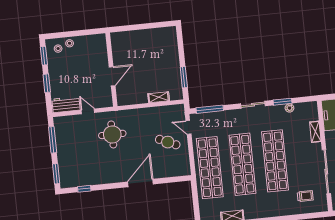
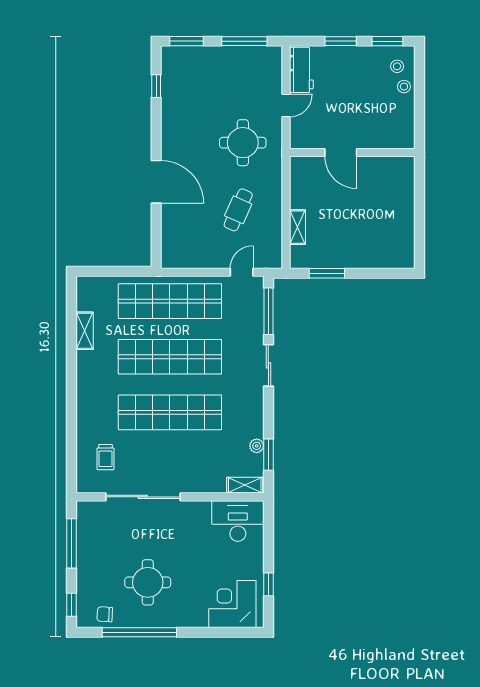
window: (282, 102) -> (268, 455), moved
sliding door: (253, 105) -> (268, 365), moved
shelving: (315, 132) -> (245, 485), moved
cafe table: (168, 142) -> (238, 210), moved

